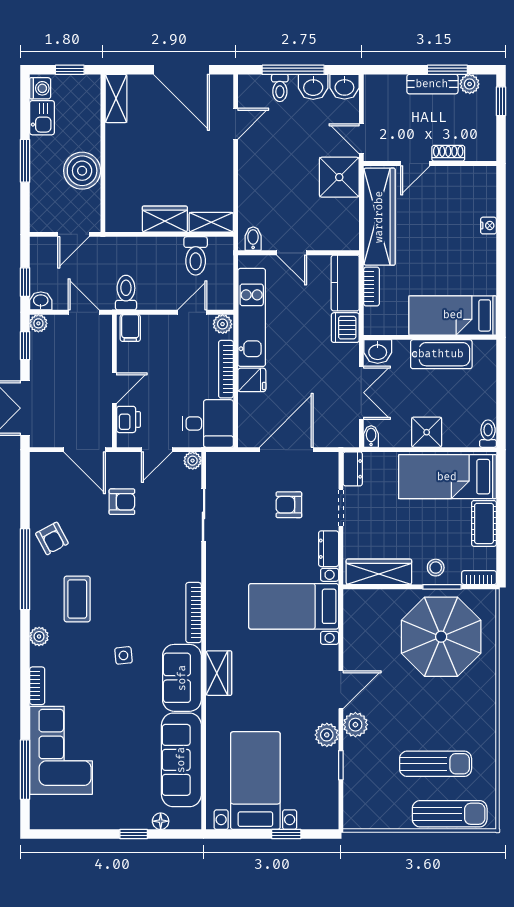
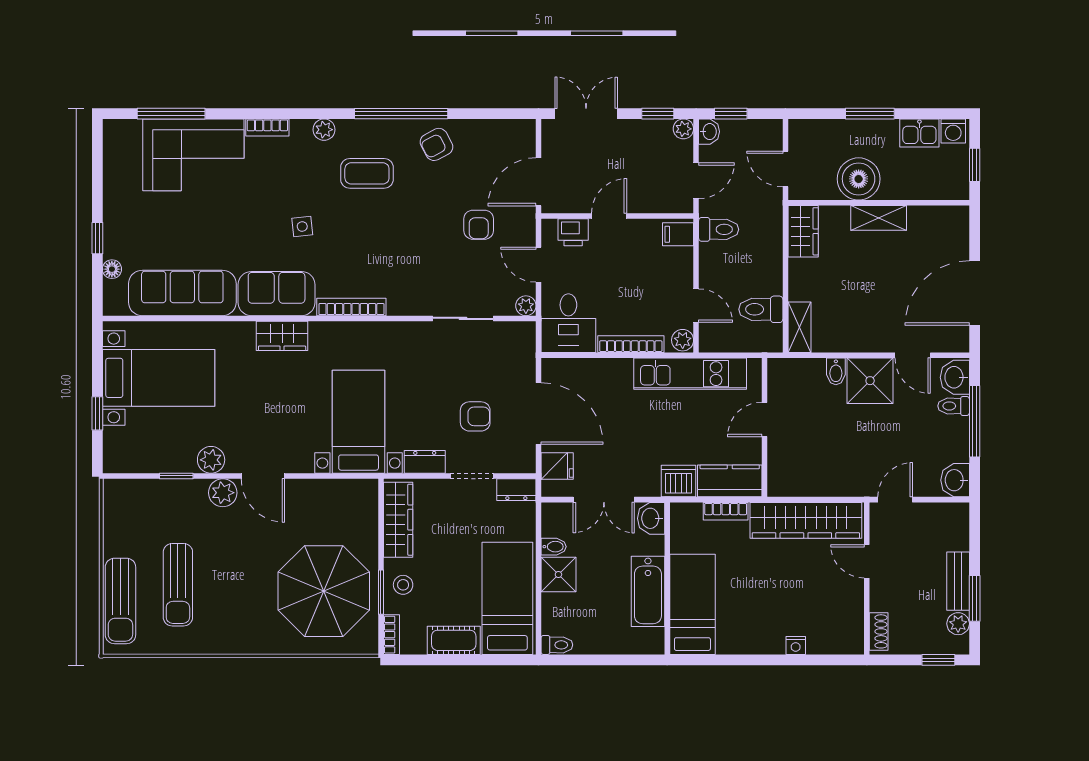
washbasin: (313, 87) -> (955, 377), moved
shelving: (116, 98) -> (879, 218), moved
shoe rack: (448, 153) -> (879, 631), moved
shower: (339, 177) -> (870, 381), moved
wardrobe: (165, 219) -> (803, 231), moved
bidet: (253, 239) -> (836, 371), moved, turned 90
fridge: (252, 380) -> (557, 466), moved, turned -90
door: (114, 388) -> (609, 216), swing flipped
bidet: (371, 436) -> (554, 547), moved
armchair: (289, 505) -> (475, 416), turned 90

